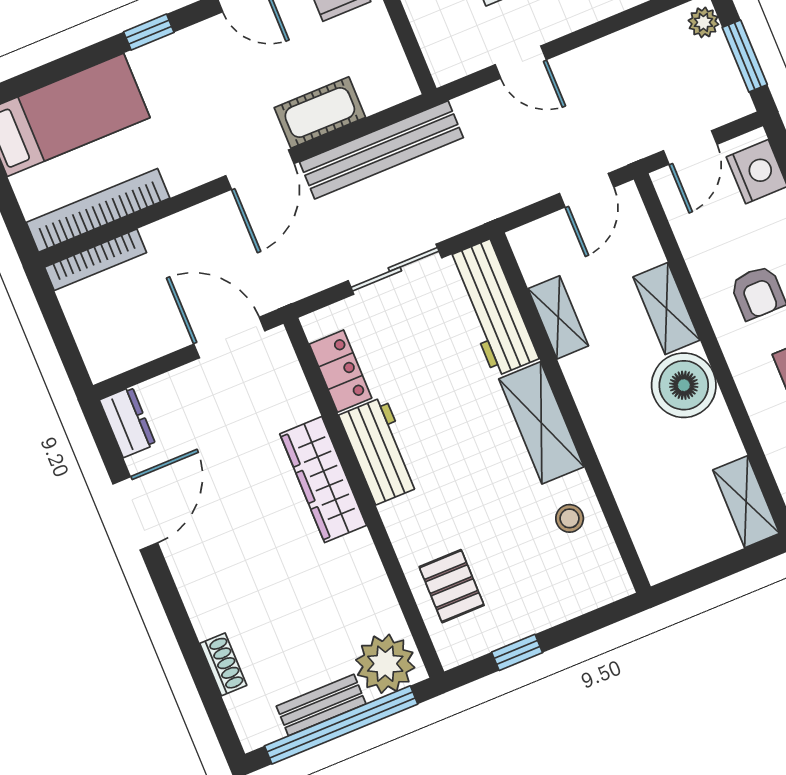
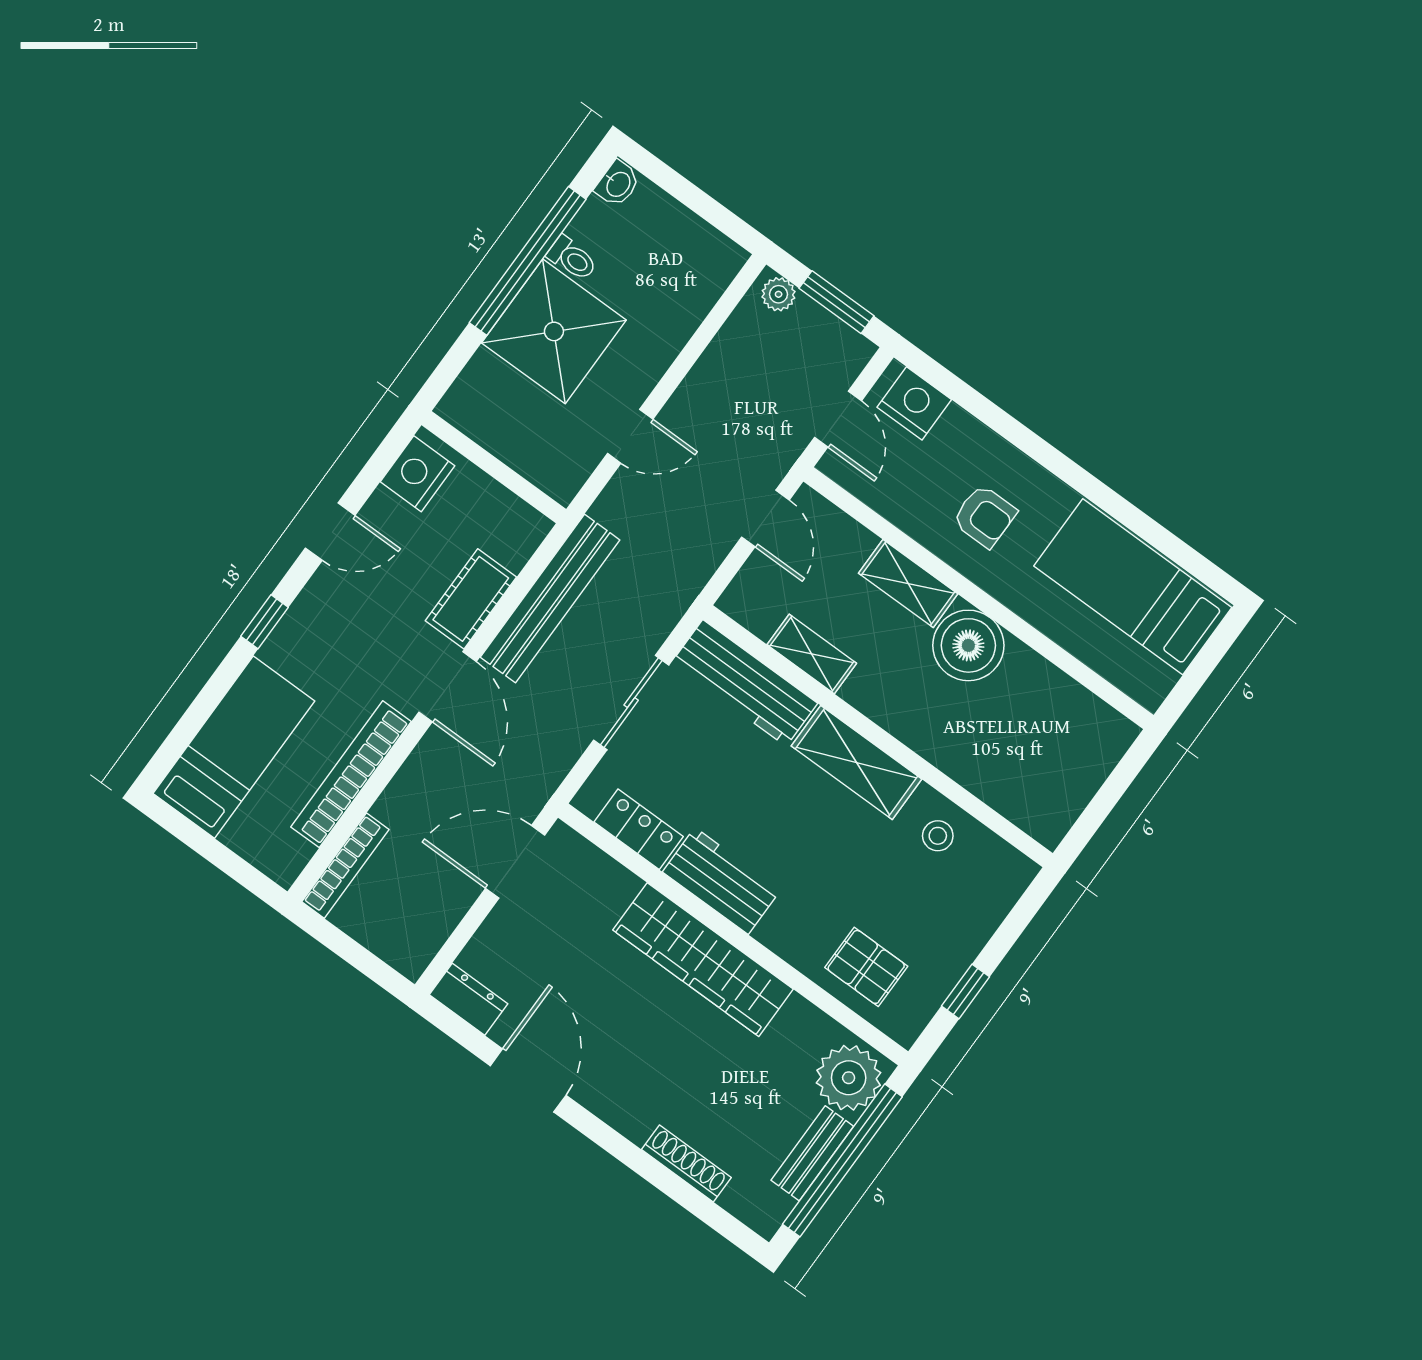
bookcase: (98, 210) -> (351, 774), moved
wardrobe: (323, 480) -> (703, 960), width x1.40, depth x1.17
shelving: (746, 502) -> (1094, 719), removed
shoe rack: (223, 664) -> (686, 1164), width x1.43

